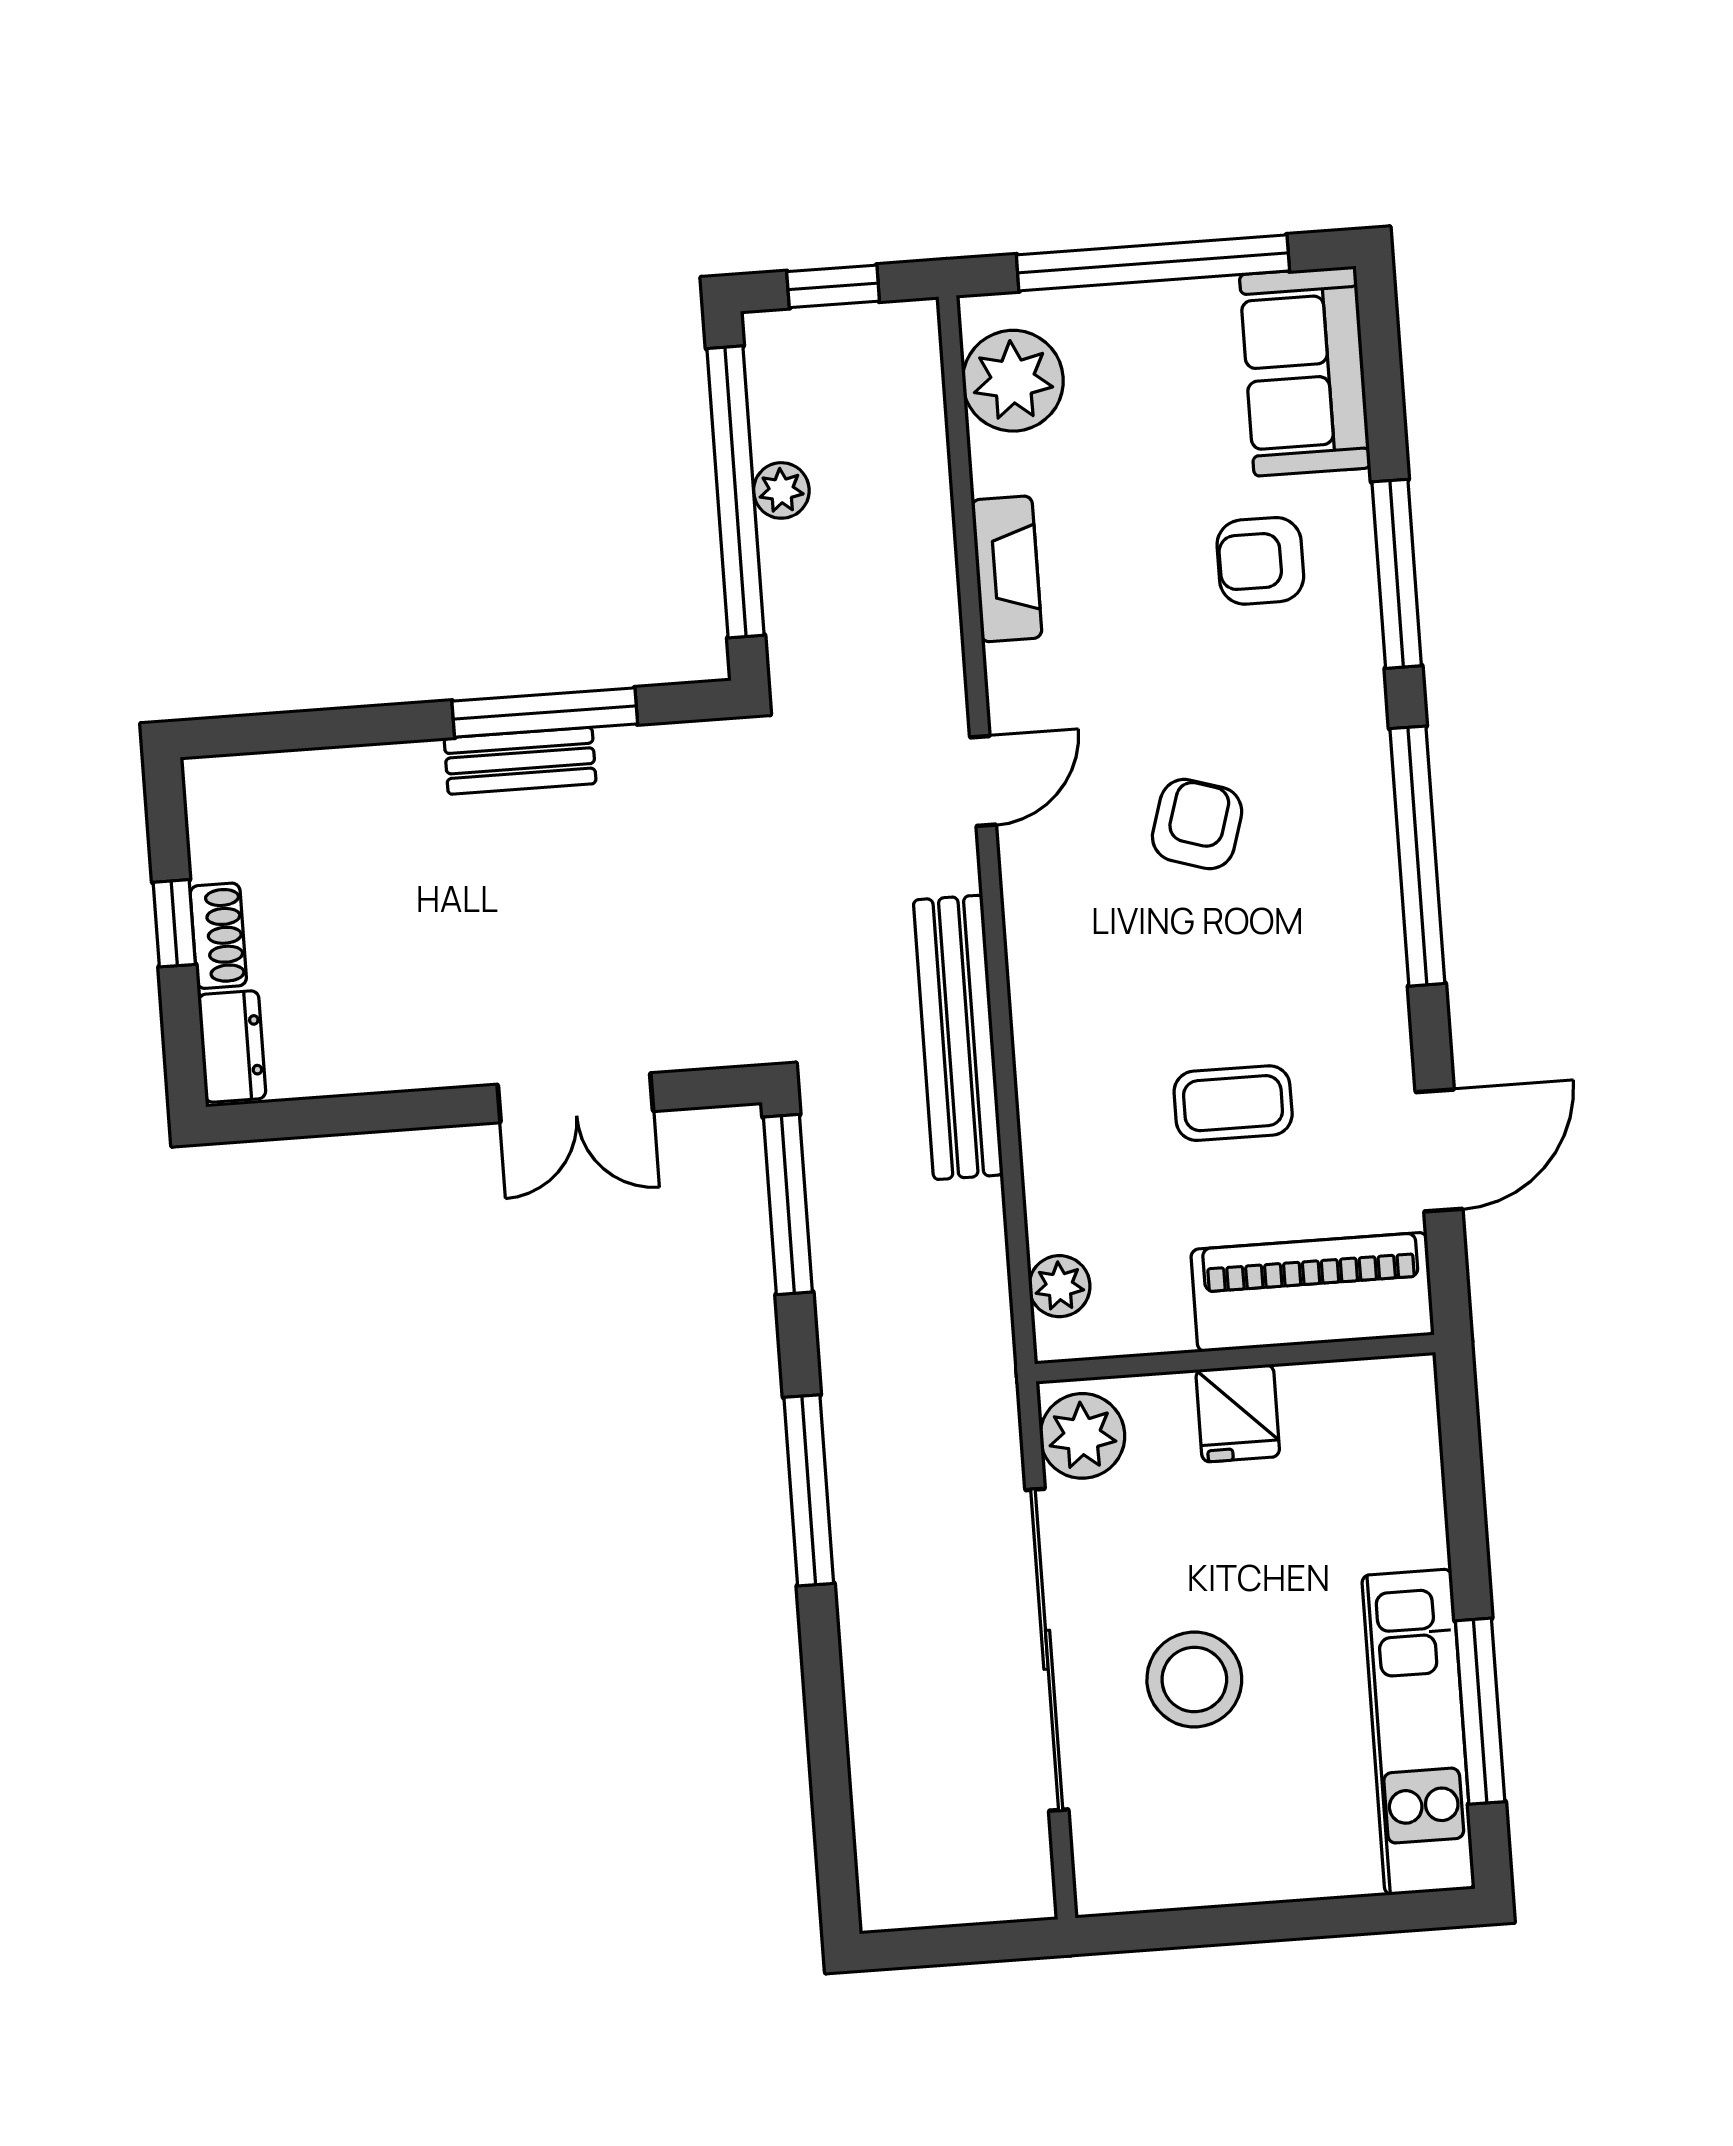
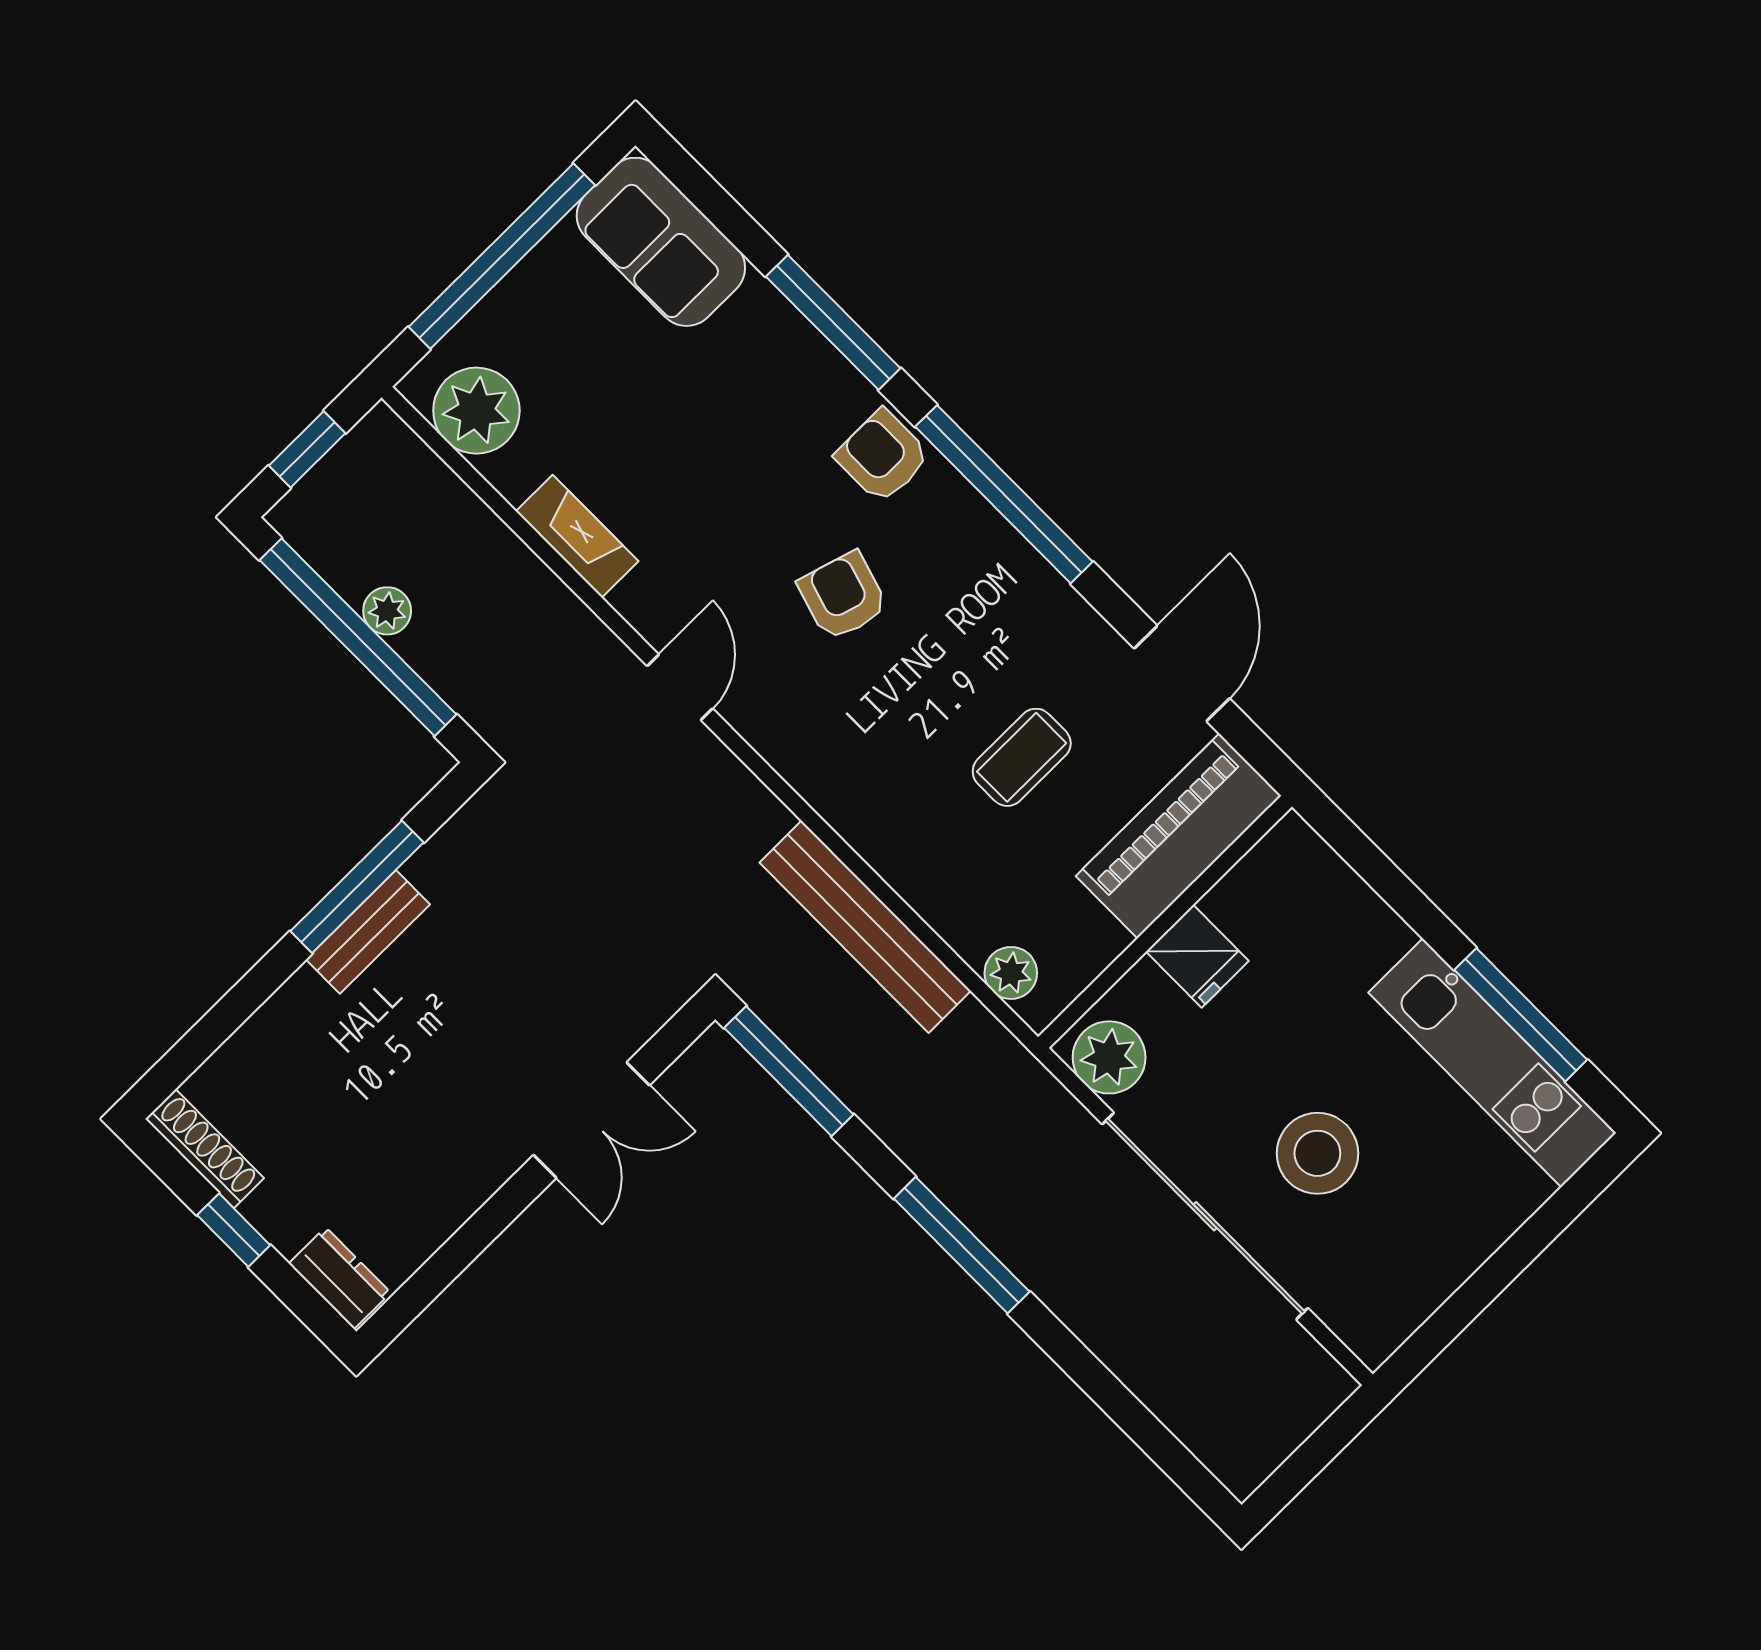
armchair: (1260, 561) -> (883, 456), moved, turned 90
shoe rack: (218, 936) -> (205, 1149), moved, width x1.43
bench: (958, 1037) -> (865, 927), moved

